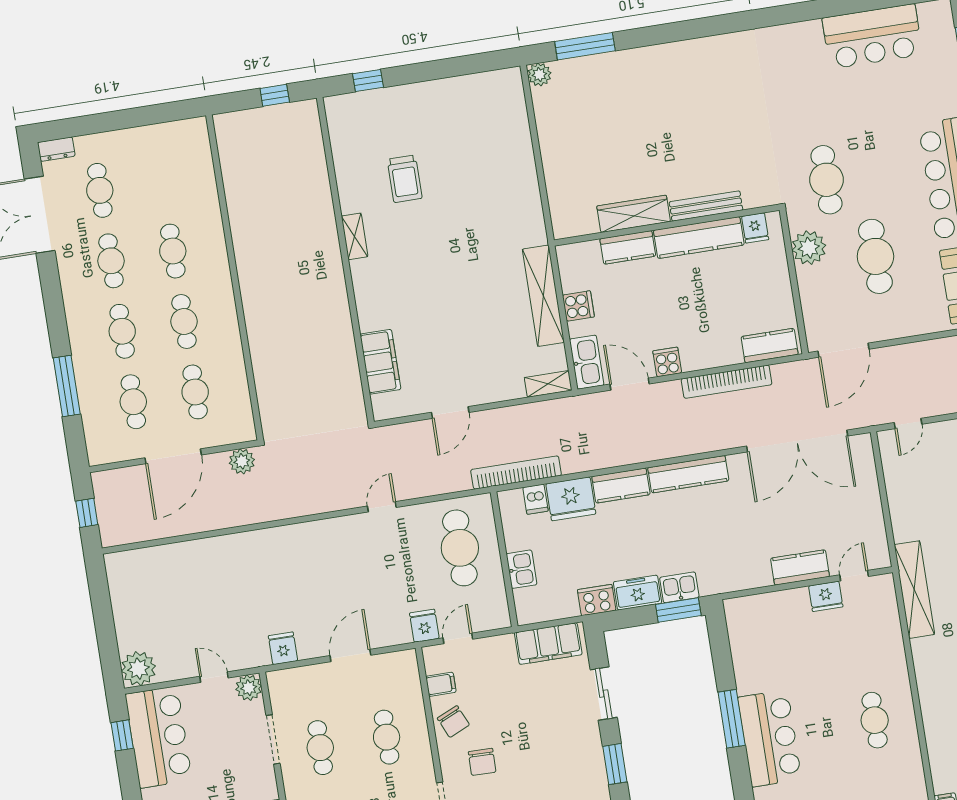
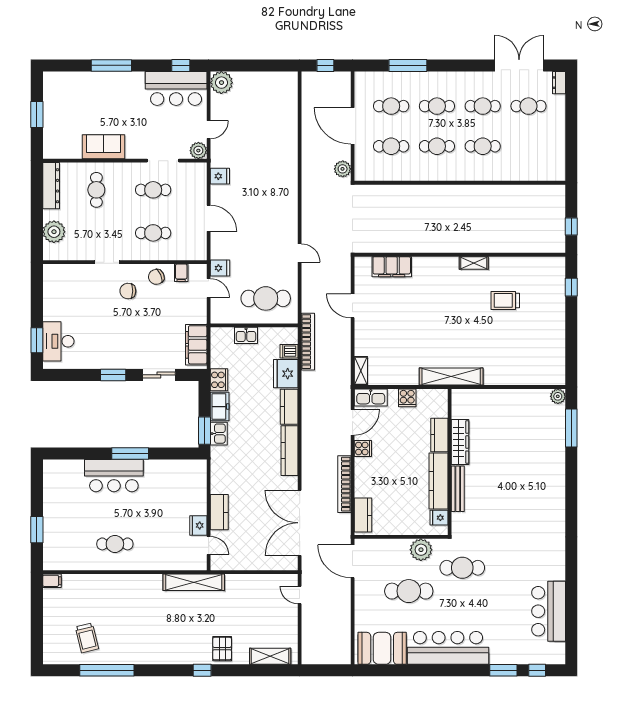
shelving: (543, 296) -> (451, 377), moved

